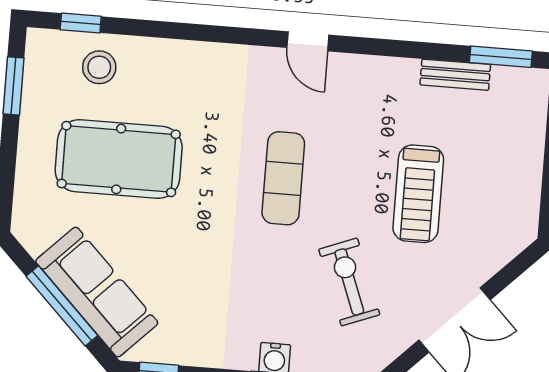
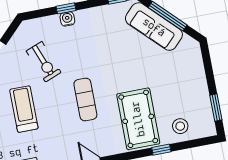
window: (81, 23) -> (161, 150), moved
pool table: (119, 159) -> (138, 119), moved, turned 90

